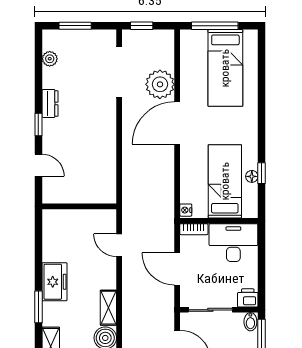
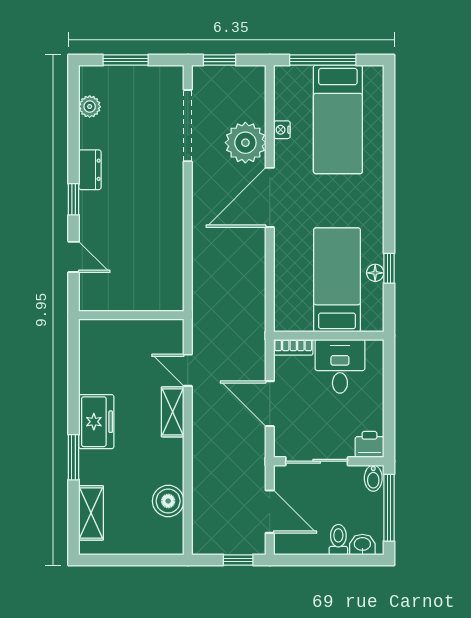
nightstand: (186, 210) -> (282, 130), moved
desk: (233, 243) -> (340, 366), width x0.73
shelving: (108, 308) -> (173, 412), moved

